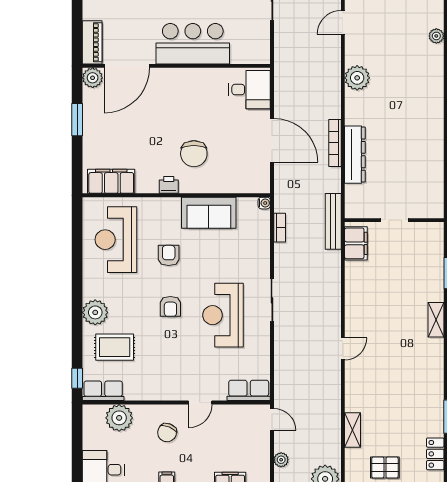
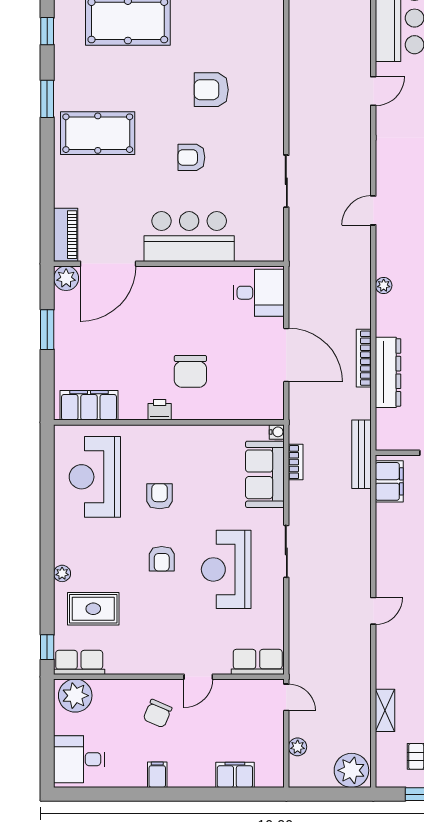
plant: (357, 78) -> (384, 285), width x0.53, depth x0.53
sofa: (209, 213) -> (265, 474), moved, turned 90
plant: (95, 312) -> (62, 573), width x0.53, depth x0.53
plant: (119, 418) -> (75, 696), moved

